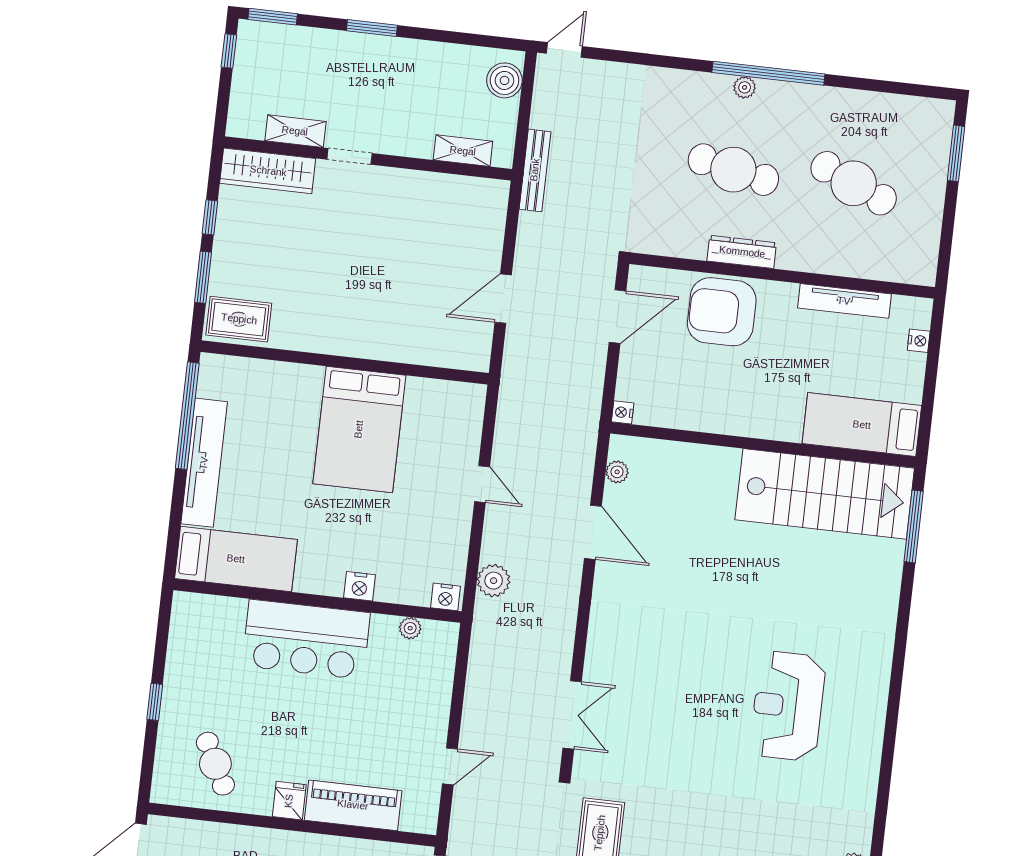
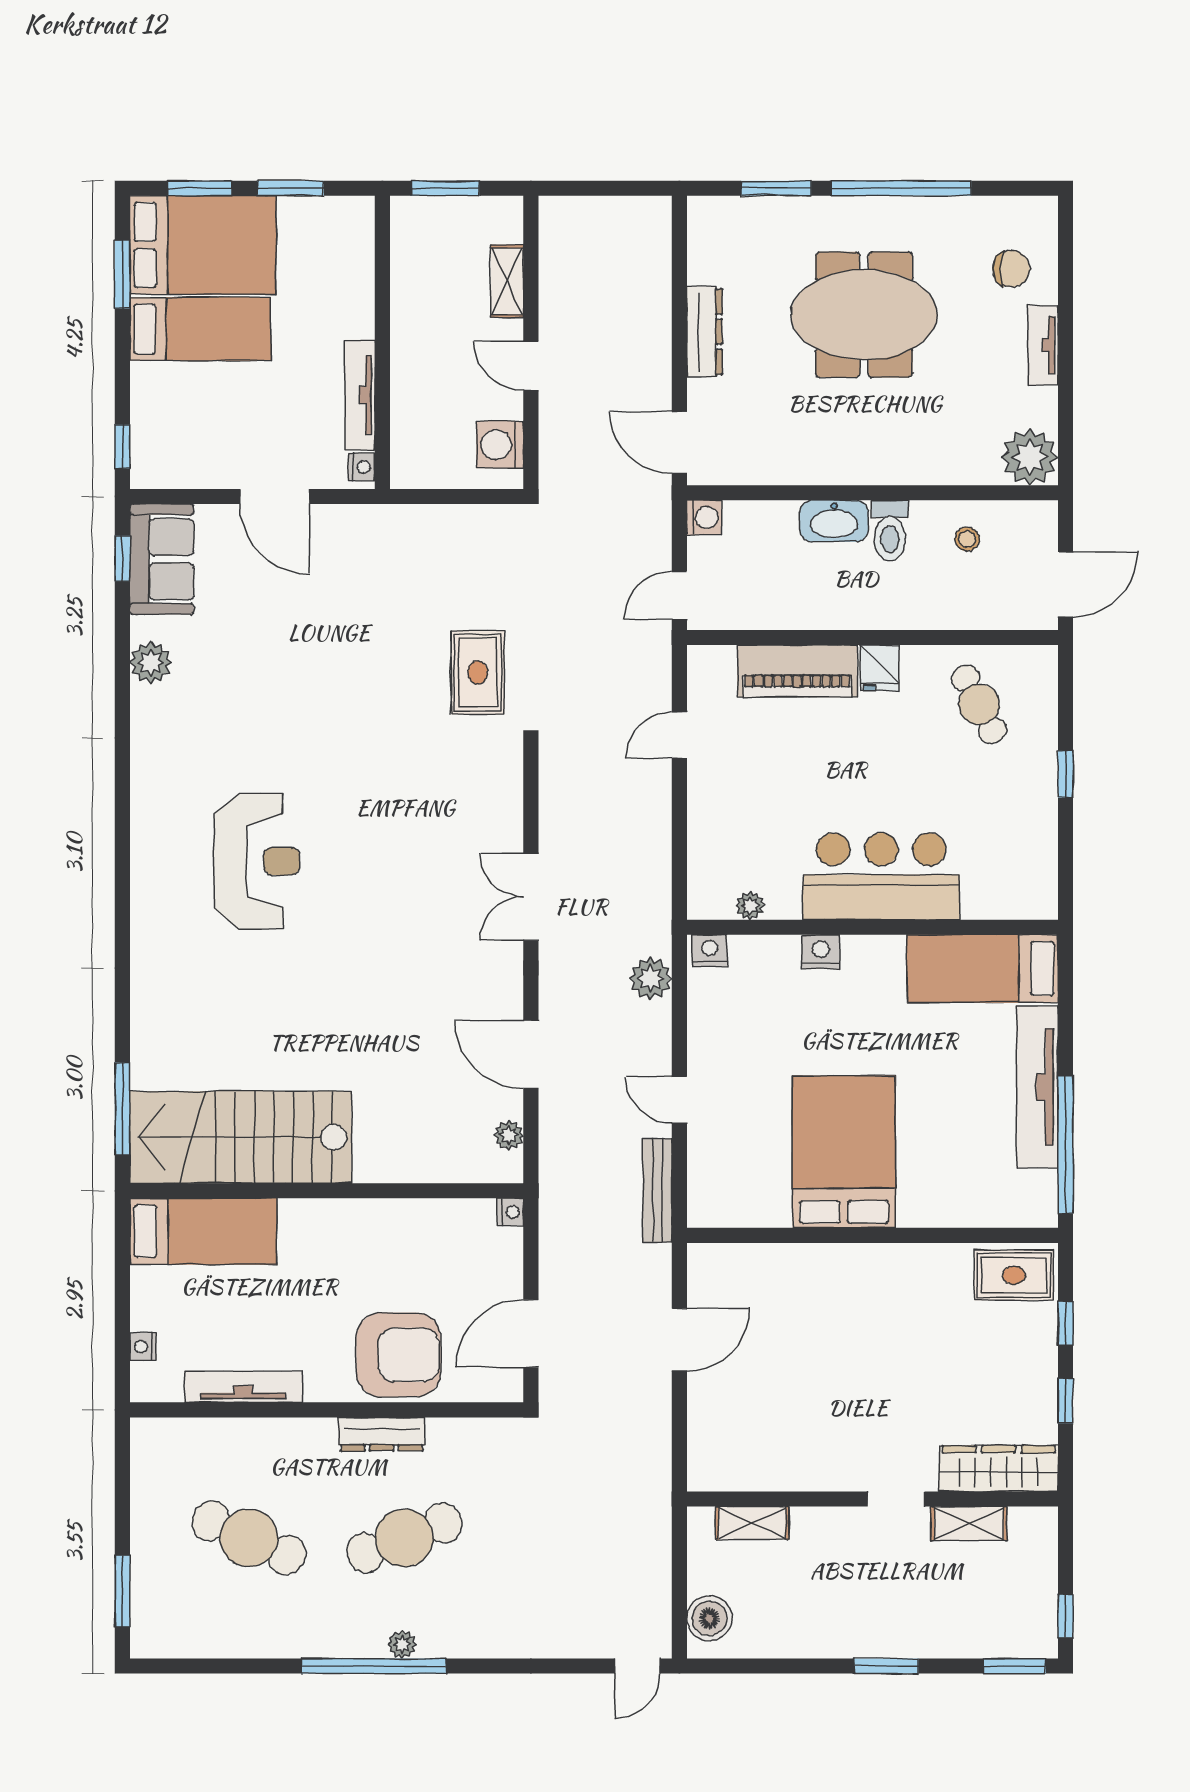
bench: (535, 170) -> (657, 1190), moved
cafe table: (733, 170) -> (404, 1538), turned -33
window: (203, 277) -> (1066, 1323), width x0.67
double door: (572, 715) -> (531, 897), moved

